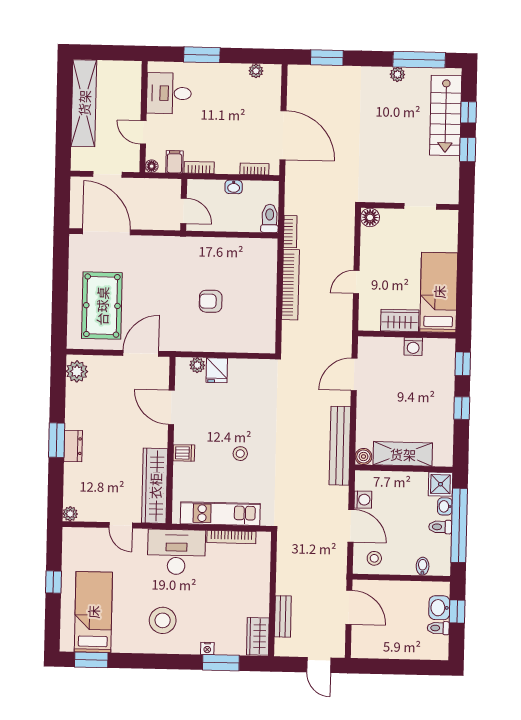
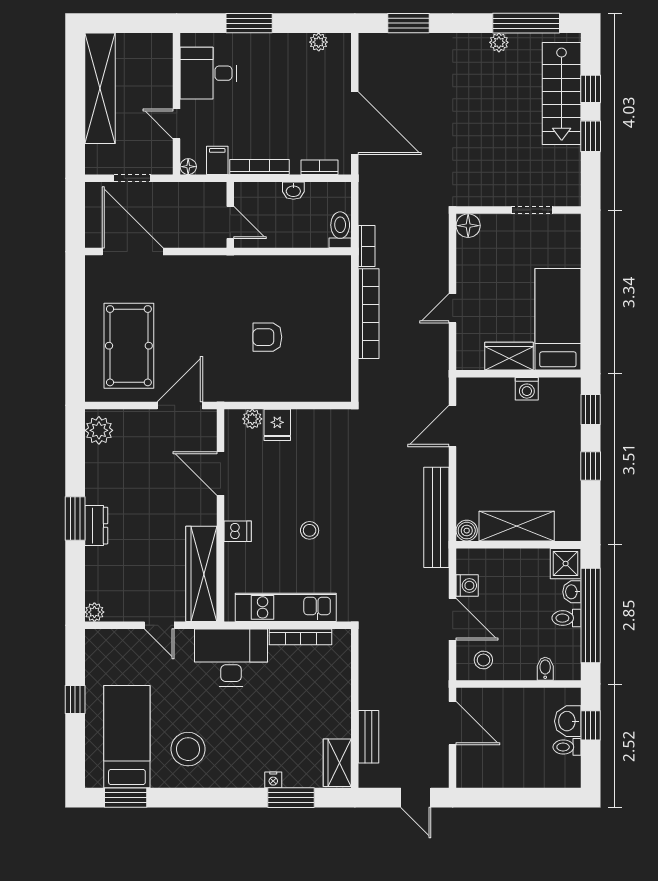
bookcase: (199, 168) -> (259, 167), width x1.56
stool: (163, 620) -> (188, 749), moved

